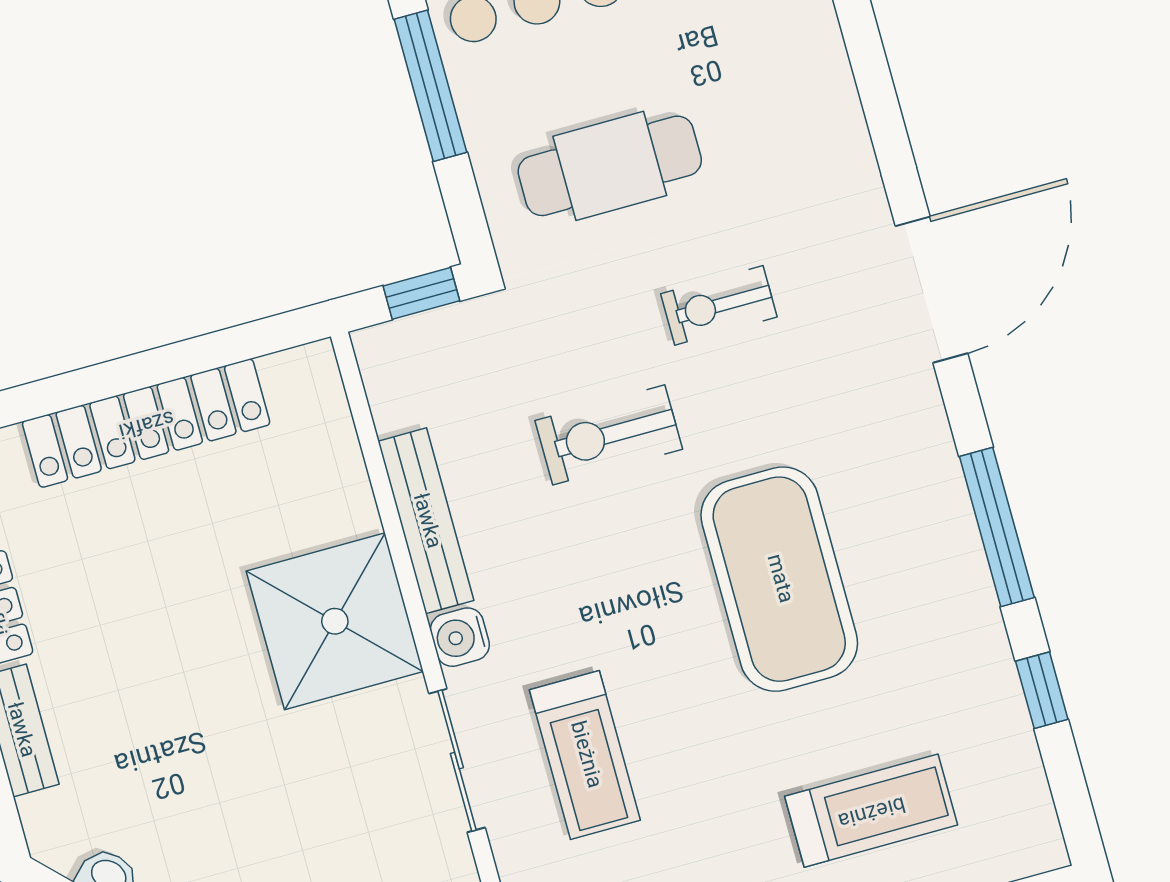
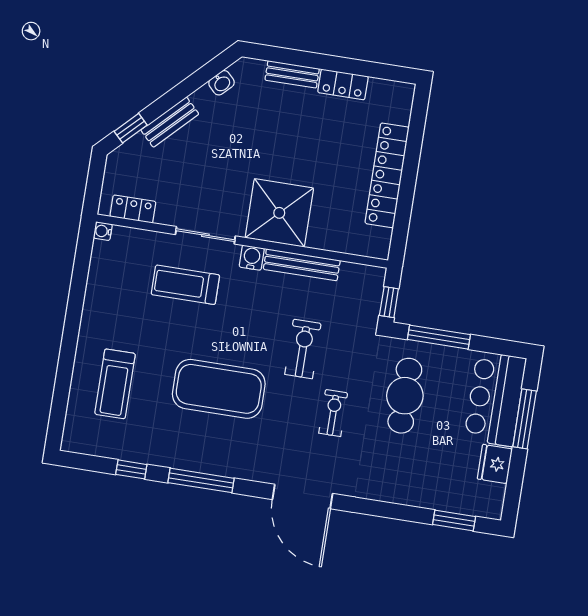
window: (430, 86) -> (439, 337), moved

